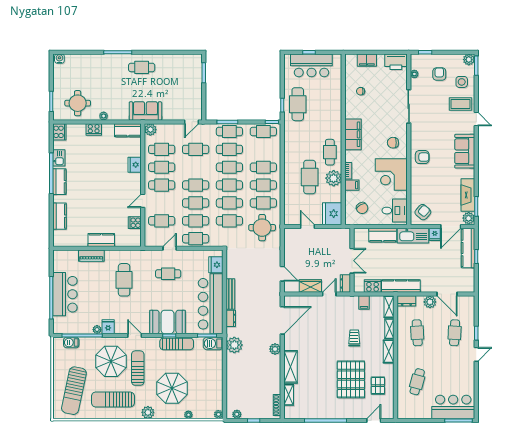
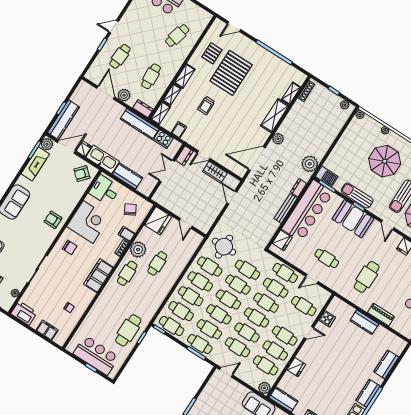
cafe table: (263, 149) -> (181, 311), added
cafe table: (196, 167) -> (247, 332), added
cafe table: (310, 177) -> (157, 263), width x0.73, depth x0.74

